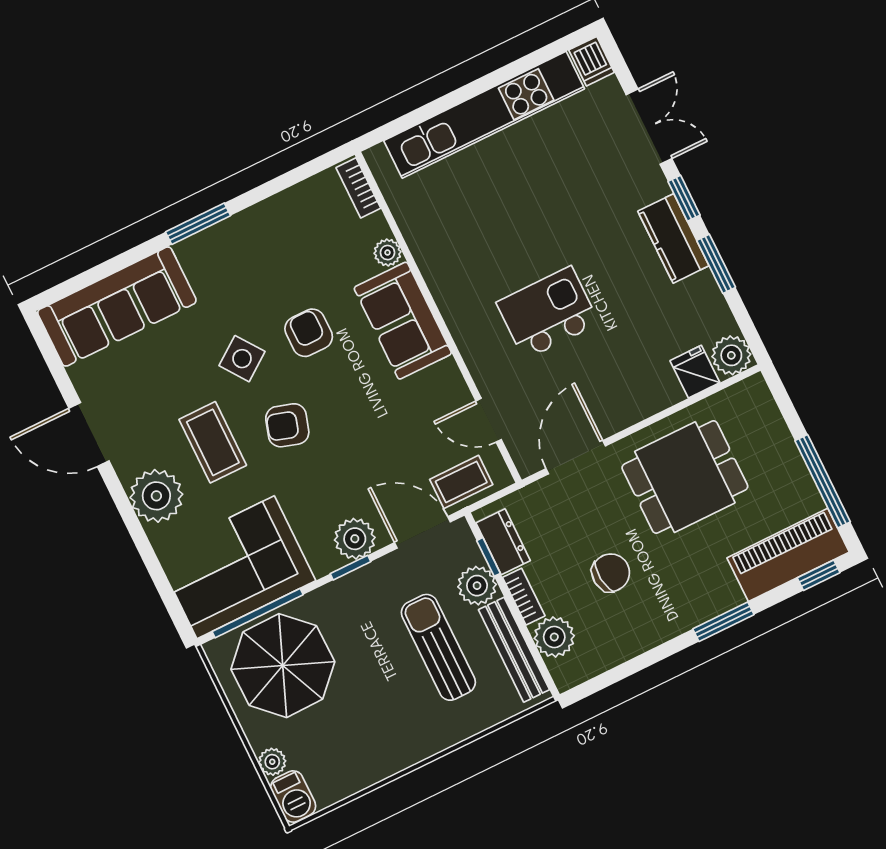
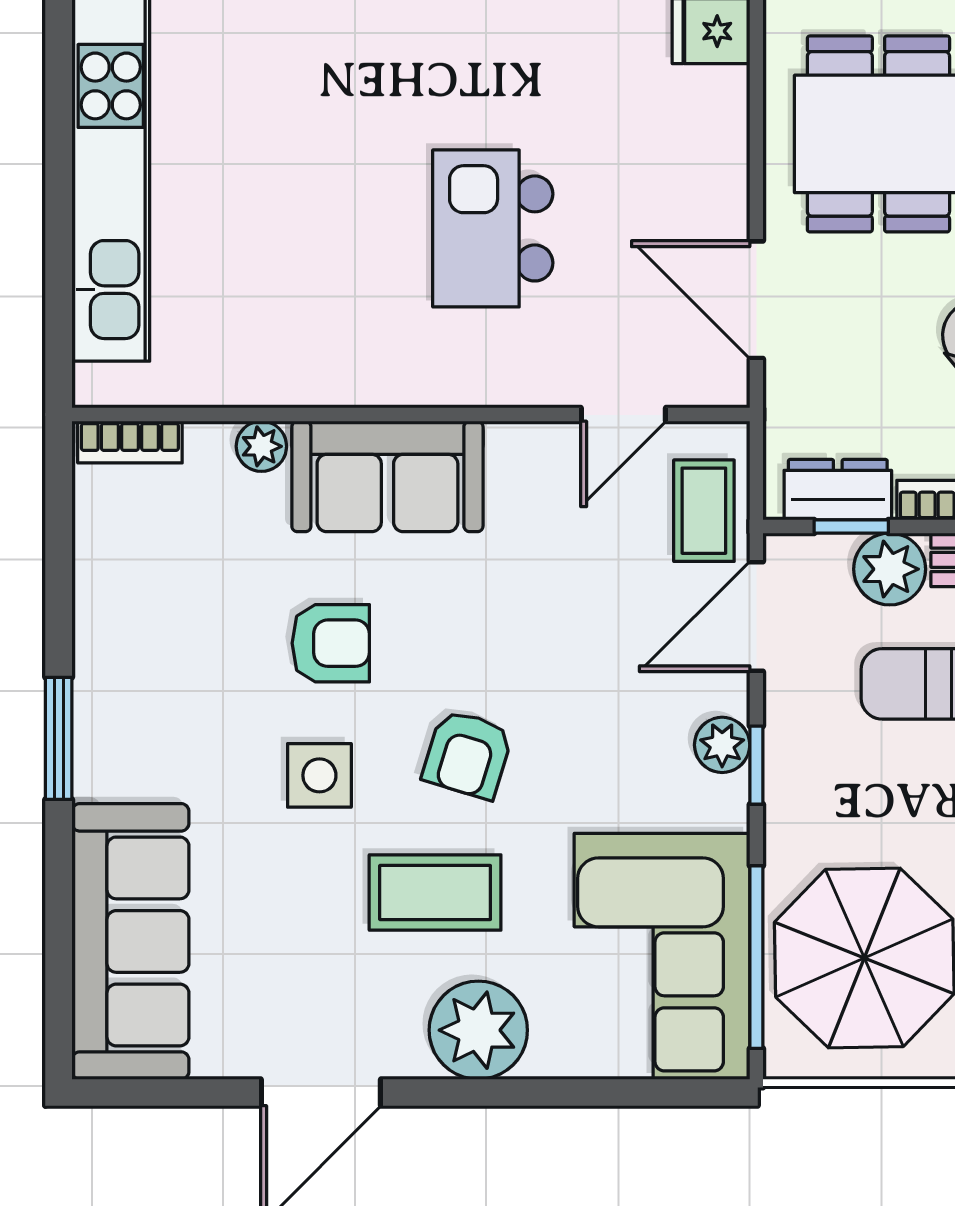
armchair: (309, 333) -> (331, 643), turned 180
side table: (242, 359) -> (319, 775), turned 36
plant: (355, 539) -> (722, 745), width x0.73, depth x0.73

